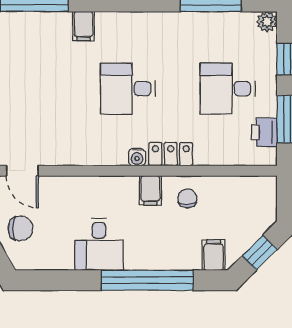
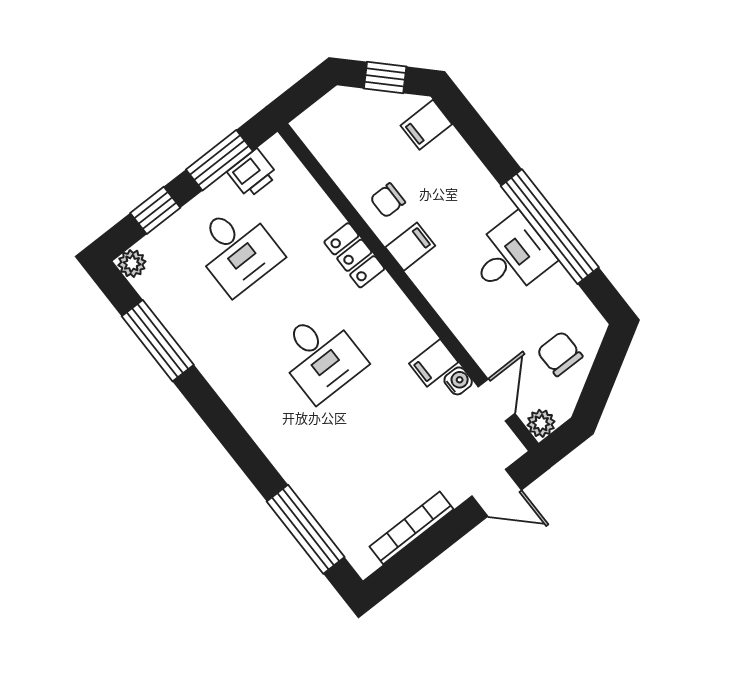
filing cabinet: (84, 26) -> (434, 363), moved, turned 180
water cooler: (137, 157) -> (458, 381), moved
window: (147, 280) -> (550, 227), moved

